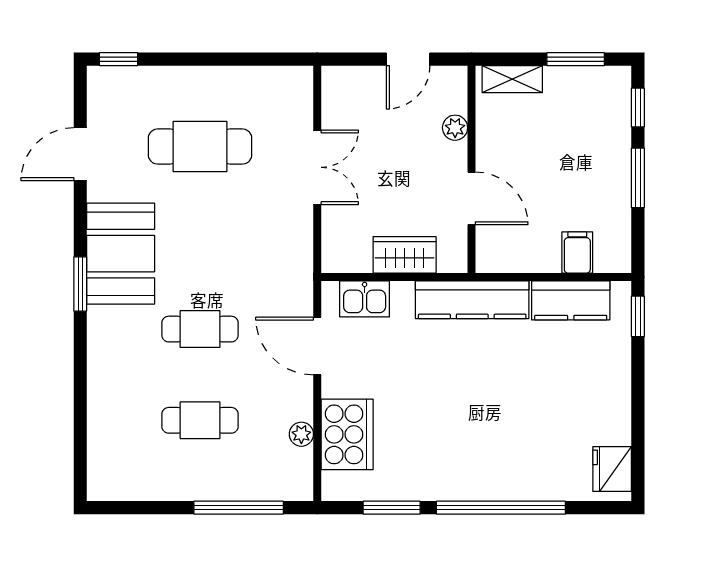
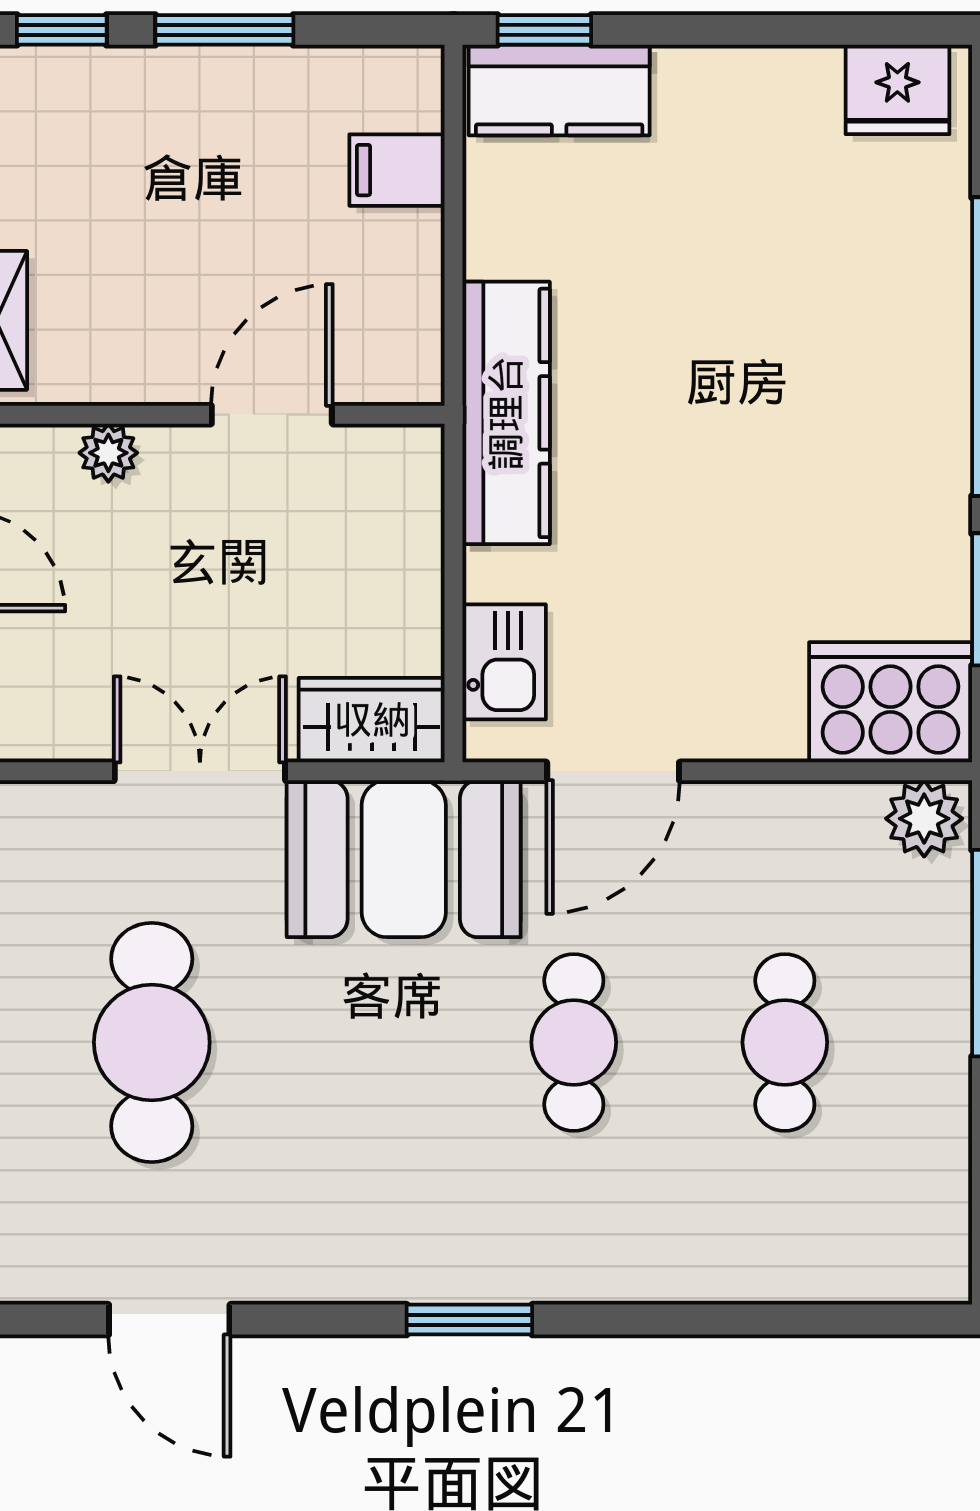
booth: (121, 254) -> (404, 859), moved
wardrobe: (405, 255) -> (372, 720), moved, turned 90
kitchen counter: (571, 300) -> (559, 90), moved, turned 90
plant: (301, 434) -> (924, 819), moved, width x1.38, depth x1.38
cooker: (347, 434) -> (891, 702), moved

